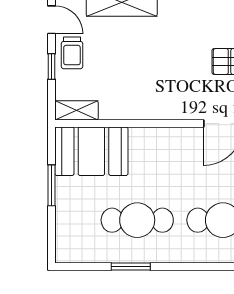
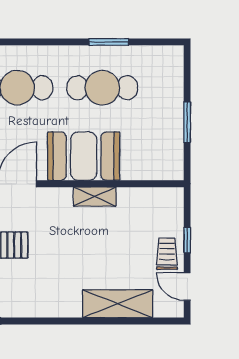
shelving: (77, 110) -> (95, 197), moved
booth: (91, 151) -> (84, 156), moved

